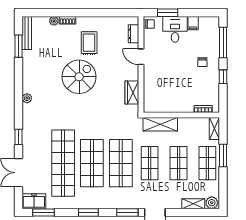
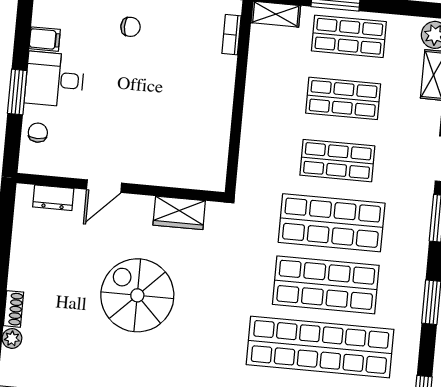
dresser: (134, 34) -> (53, 198), moved
rug: (89, 43) -> (66, 267), removed
door: (141, 57) -> (104, 186), moved
wall: (141, 64) -> (121, 188), moved
wardrobe: (132, 93) -> (179, 213), moved
shelving: (160, 124) -> (256, 130), removed

